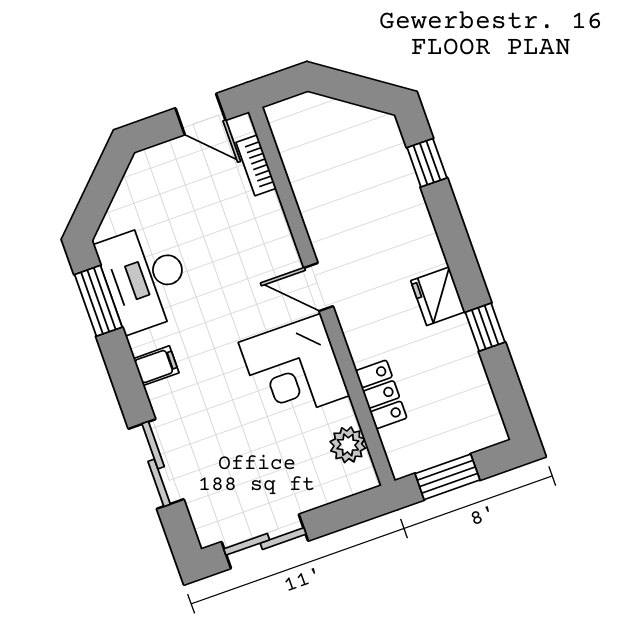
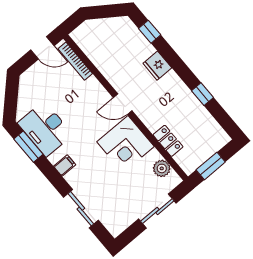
bookcase: (256, 165) -> (75, 61), width x1.56
fridge: (438, 296) -> (157, 66), moved
sliding door: (265, 541) -> (157, 211), moved

